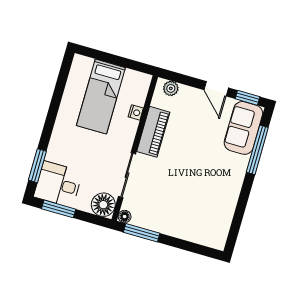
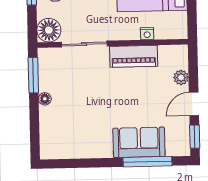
plant: (171, 88) -> (181, 77), moved
sofa: (243, 128) -> (139, 142), moved
floor lamp: (125, 217) -> (45, 99), moved

